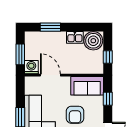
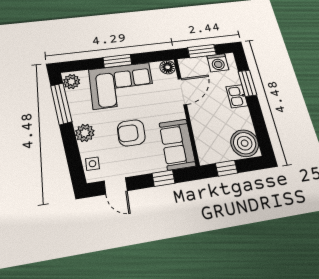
kitchen sink: (75, 37) -> (237, 96), moved
washing machine: (31, 67) -> (218, 63), moved, turned 90
floor lamp: (30, 82) -> (168, 67), added

